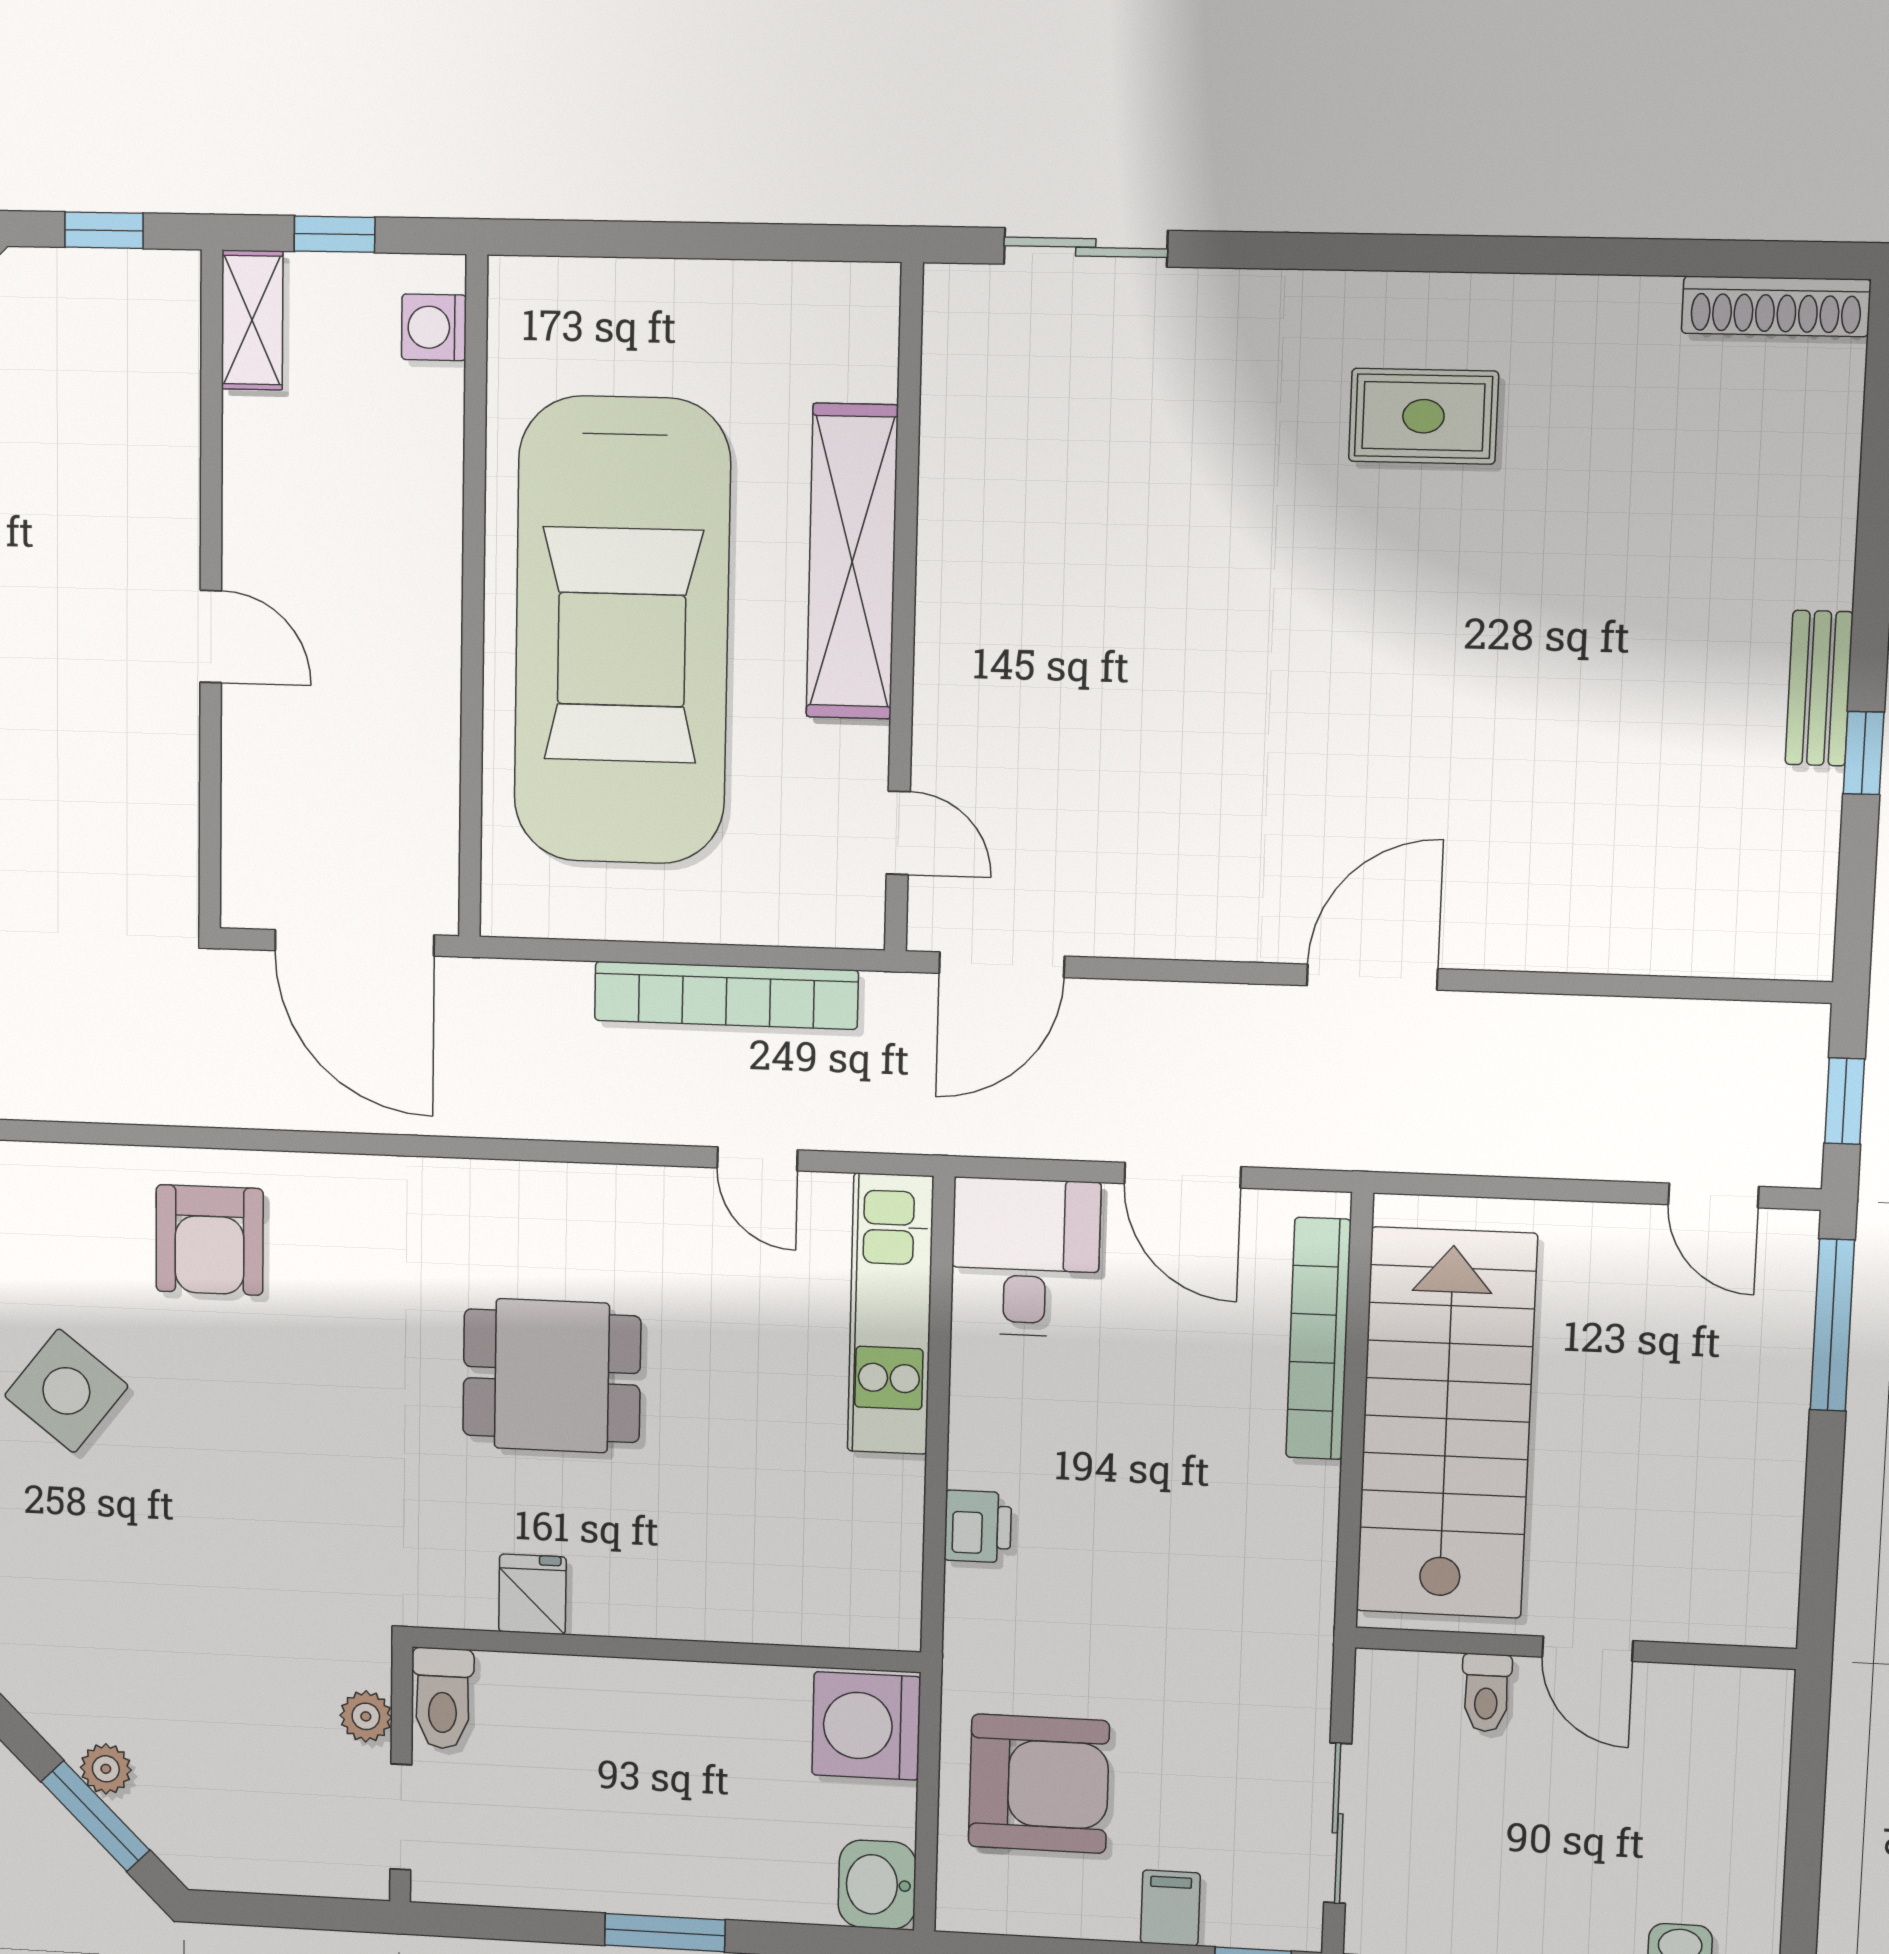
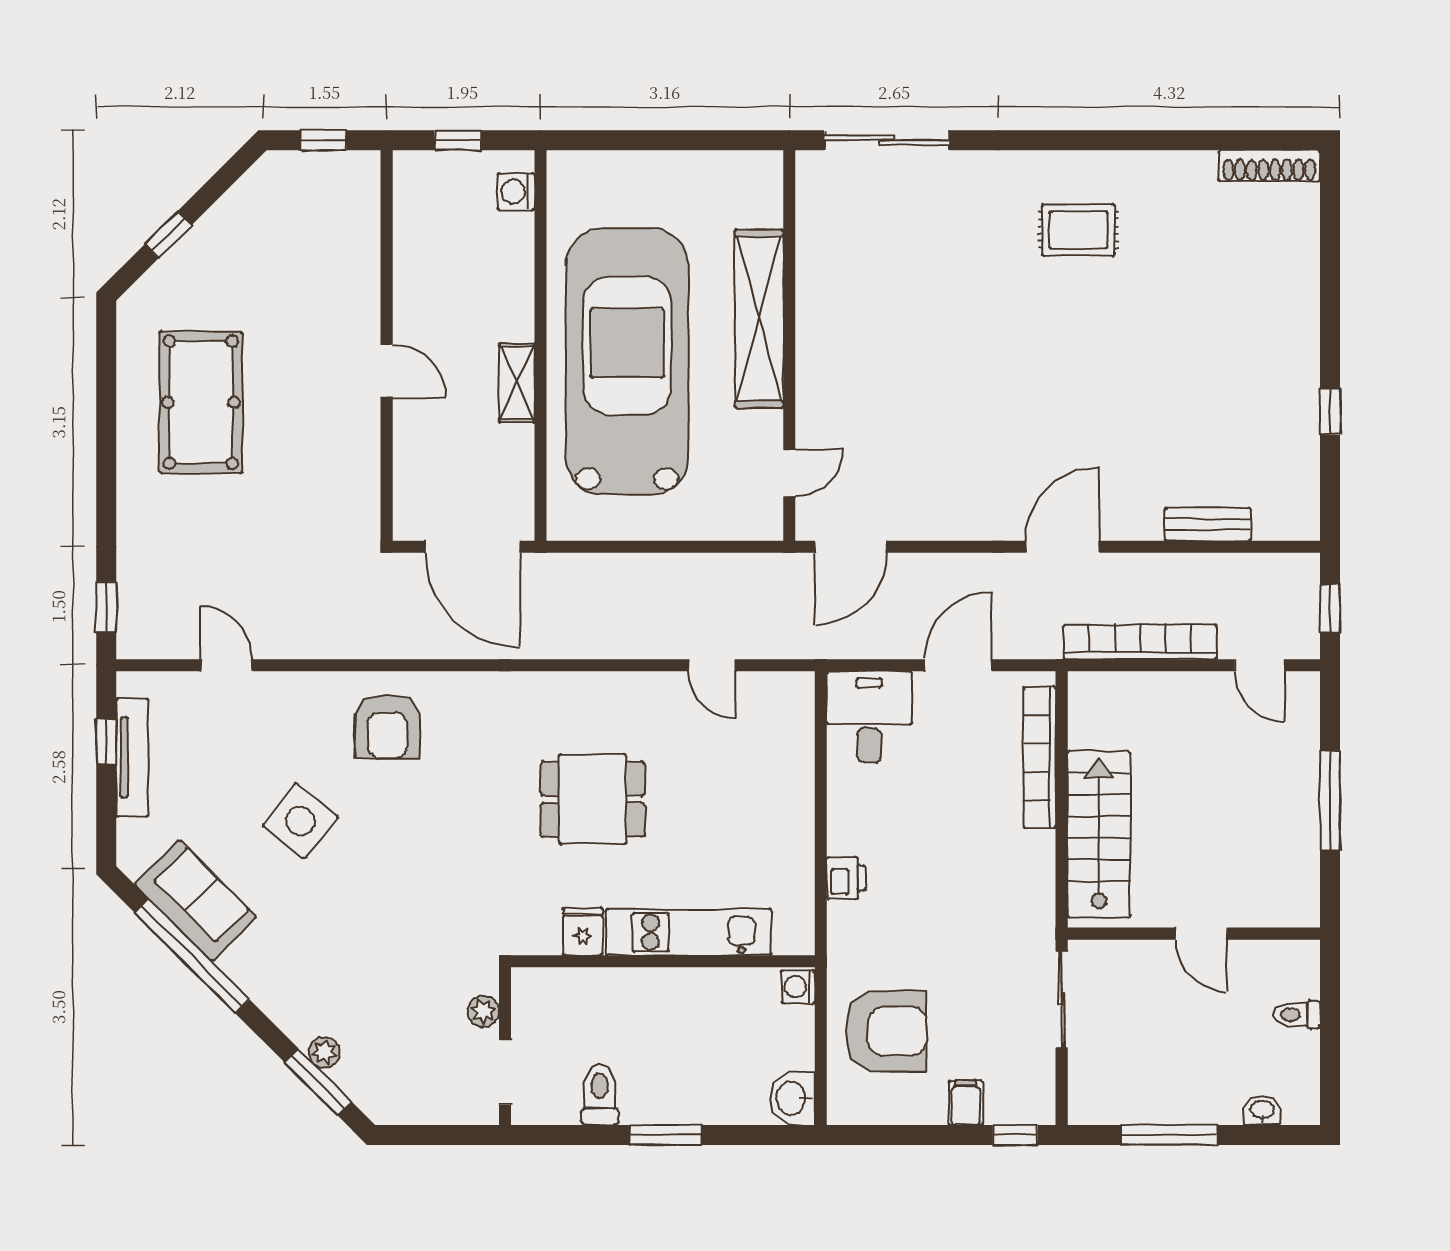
sliding door: (1086, 247) -> (887, 140), width x1.37
shelving: (252, 320) -> (517, 383), moved
car: (622, 631) -> (627, 362), turned 180
bench: (1819, 688) -> (1208, 524), moved, turned 90
door: (898, 833) -> (789, 473), hinge flipped
bookcase: (726, 995) -> (1140, 642), moved, turned 180
door: (1183, 1175) -> (958, 665), swing flipped
kitchen unit: (890, 1314) -> (689, 932), moved, turned 90
window: (1832, 1325) -> (1330, 801), moved
stairs: (1446, 1423) -> (1099, 834), width x0.73, depth x0.66
toilet: (1486, 1693) -> (1297, 1015), moved, turned 90
toilet: (443, 1698) -> (600, 1094), moved, turned 180
washing machine: (866, 1726) -> (798, 987), width x0.53, depth x0.53
sliding door: (1338, 1823) -> (1062, 999), moved

